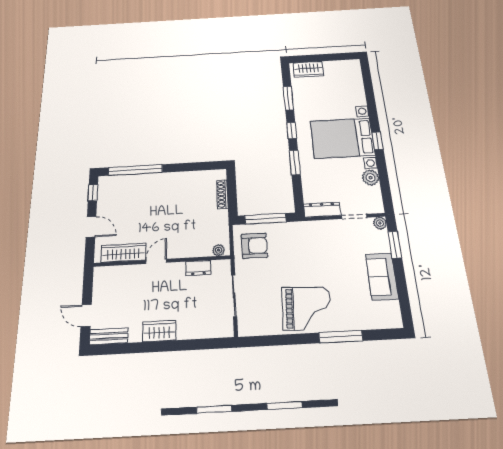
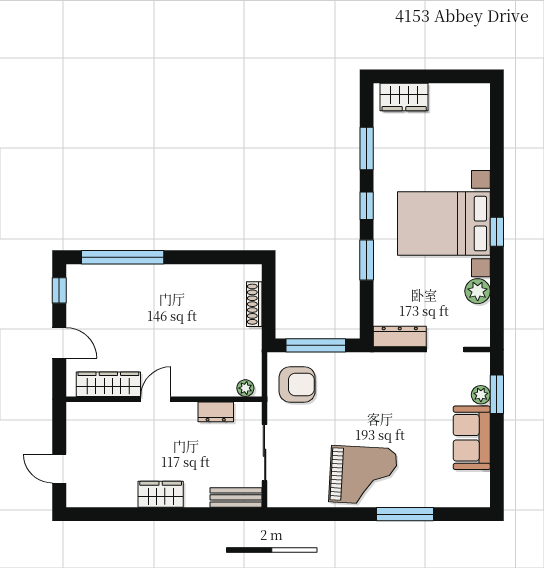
plant: (380, 223) -> (481, 395), moved
bench: (109, 336) -> (236, 497), moved

